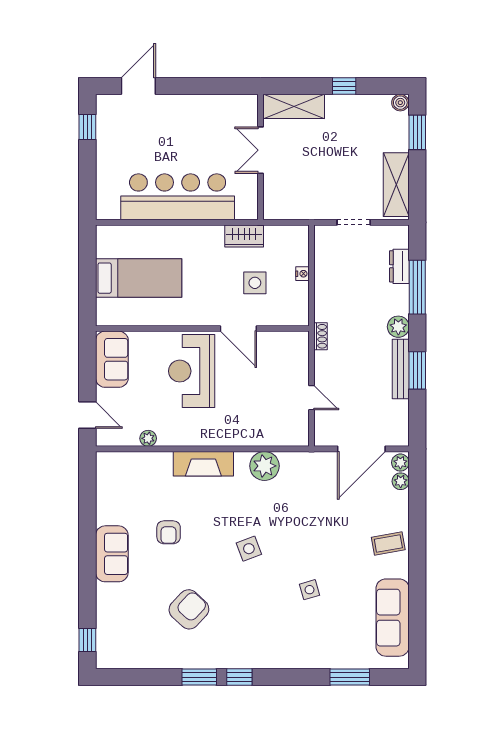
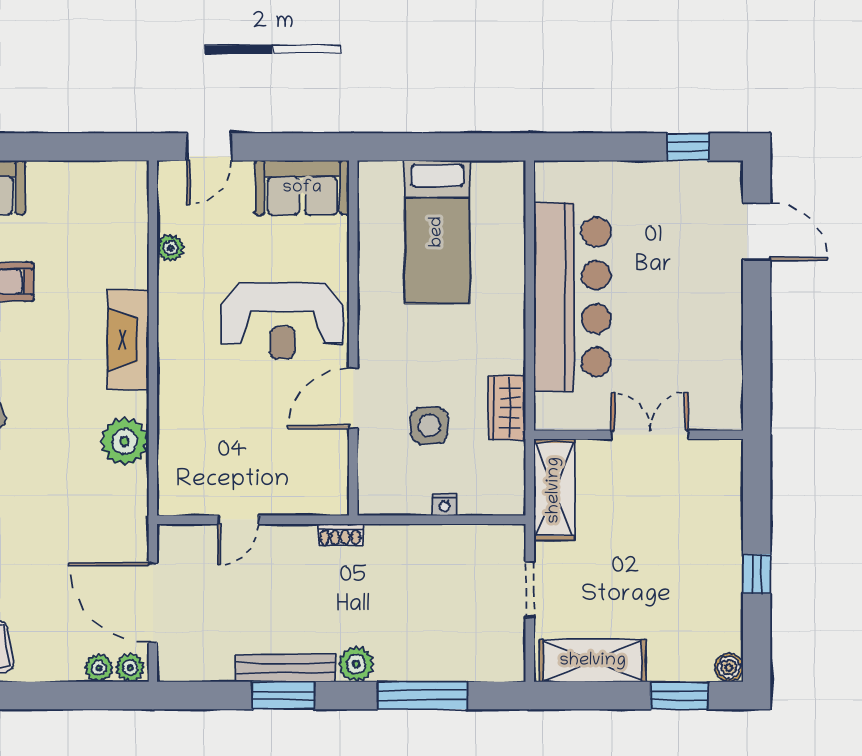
shelving: (294, 106) -> (554, 490), moved
dresser: (399, 266) -> (457, 666), removed
reception desk: (192, 371) -> (282, 320), turned 180

